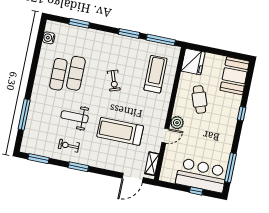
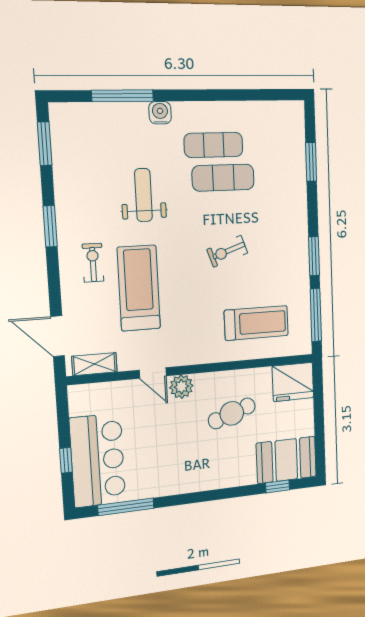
water cooler: (49, 38) -> (160, 113), moved
window: (242, 114) -> (278, 486), moved
exercise bike: (69, 146) -> (93, 263), moved

